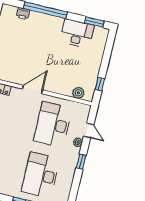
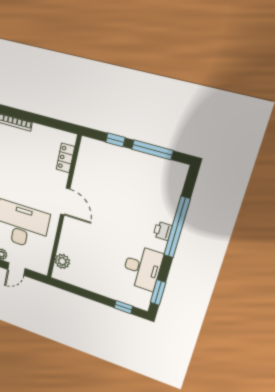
printer: (23, 13) -> (163, 231), moved
window: (100, 84) -> (123, 307), moved

